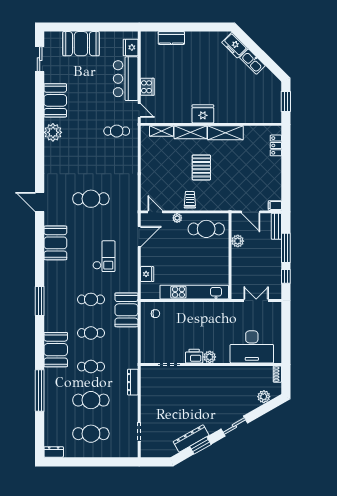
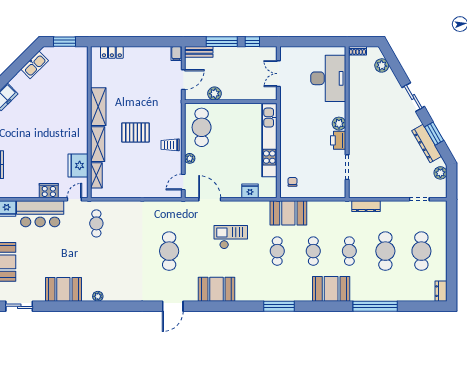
kitchen sink: (252, 62) -> (35, 65), moved
fridge: (203, 114) -> (78, 165), moved
plant: (53, 132) -> (98, 296), width x0.53, depth x0.53
plant: (164, 451) -> (440, 173), added

